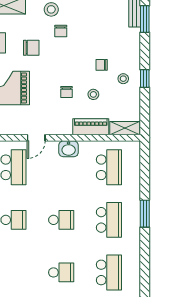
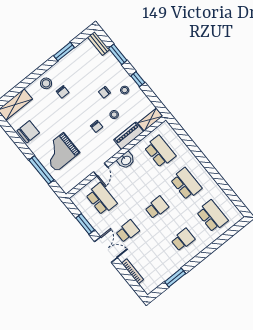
window: (145, 19) -> (118, 54), moved
chair: (31, 48) -> (53, 117), removed
window: (145, 214) -> (205, 162), removed

